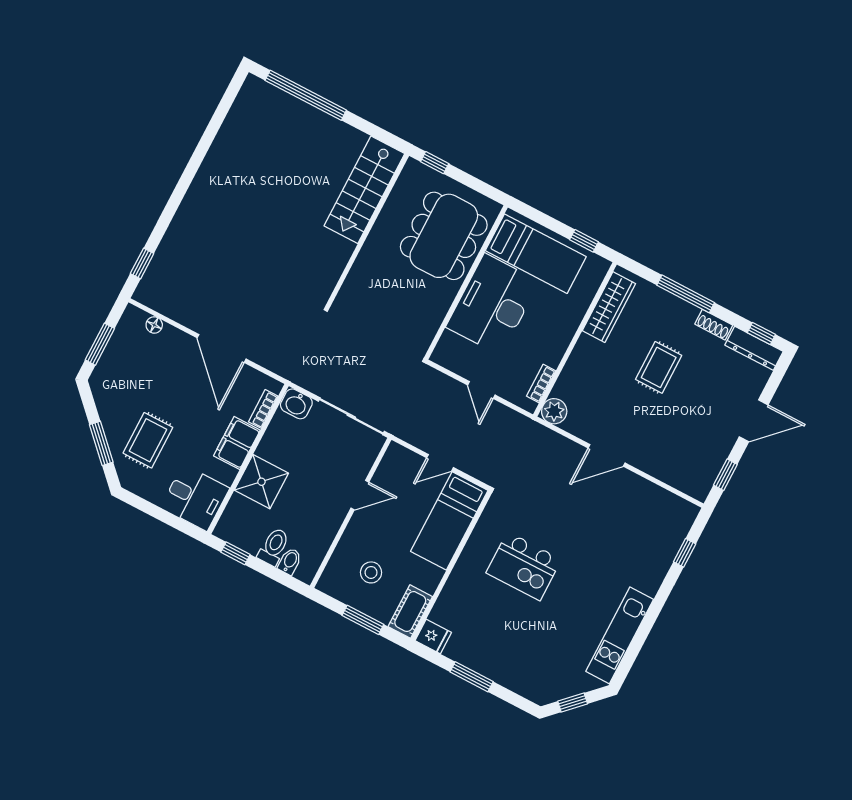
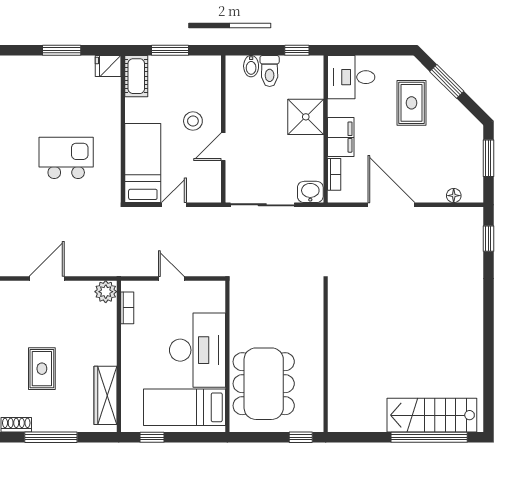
stairs: (364, 190) -> (432, 415), moved, turned -90
stool: (371, 572) -> (193, 121), moved

